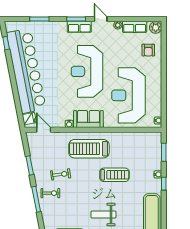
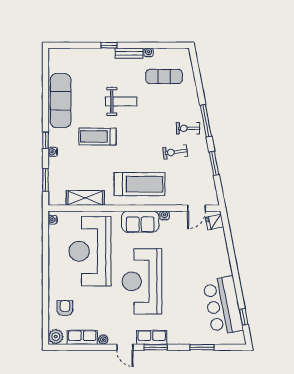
bar counter: (26, 71) -> (223, 306), width x0.54
reception desk: (87, 71) -> (142, 281), turned 180
reception desk: (128, 95) -> (90, 251), turned 180
door: (44, 130) -> (196, 208), hinge flipped
shelving: (132, 138) -> (85, 198), added
treadmill: (114, 175) -> (98, 136), moved

